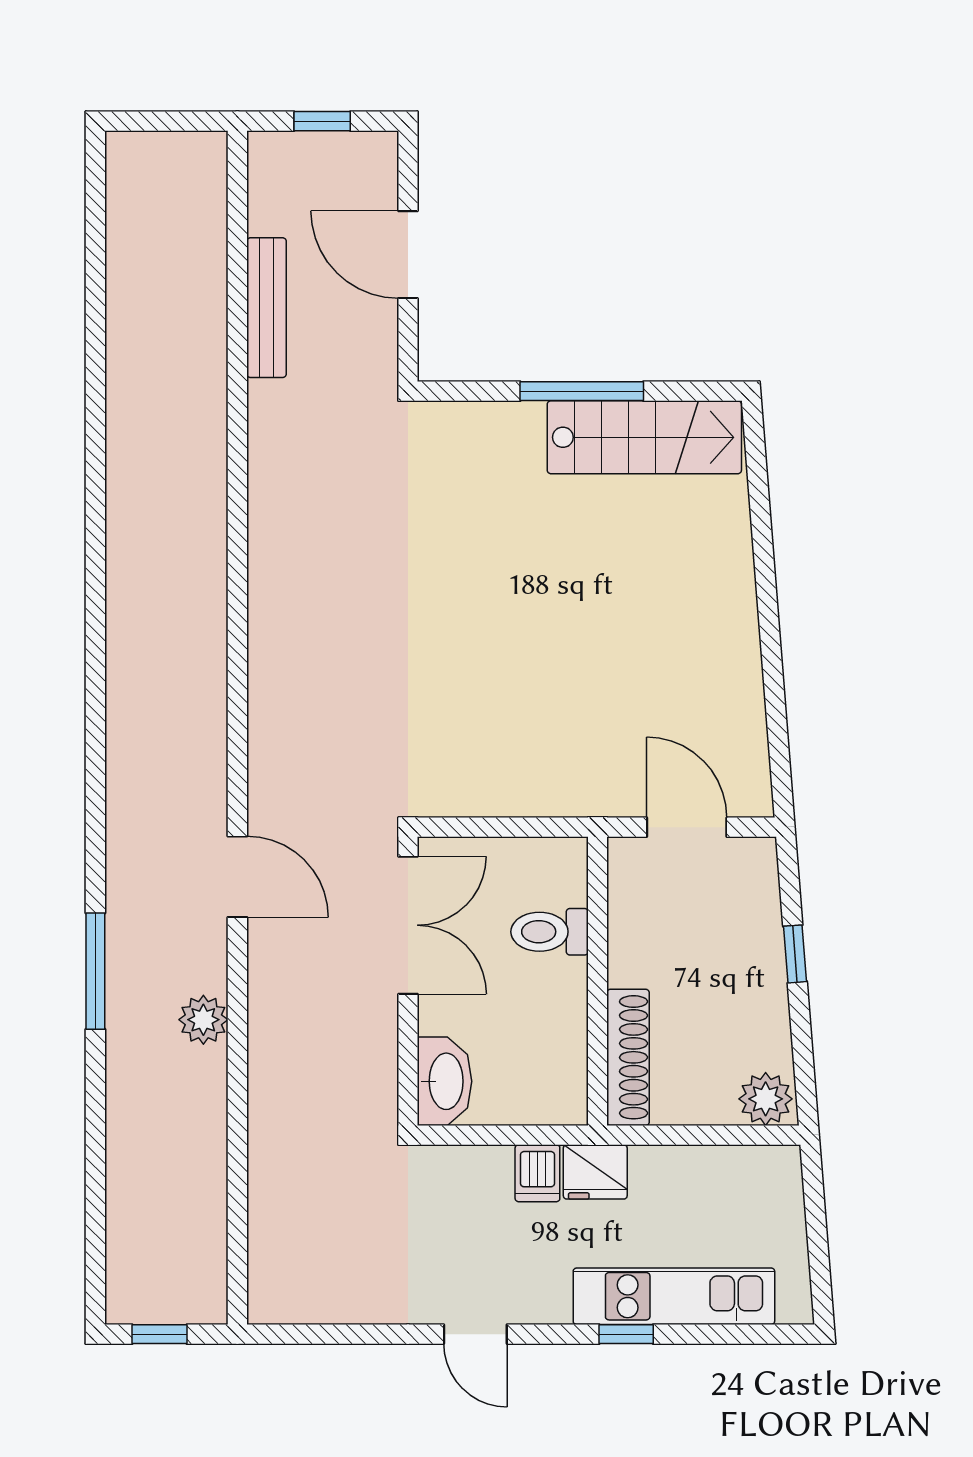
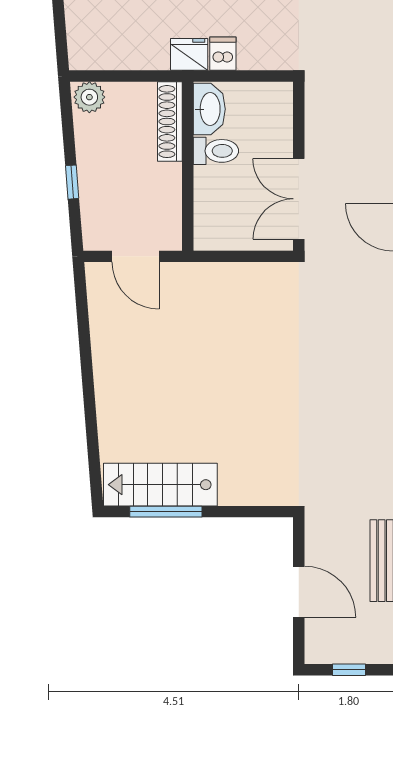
window: (582, 391) -> (166, 512), moved
toilet: (549, 932) -> (216, 151), moved
washbasin: (445, 1081) -> (209, 109), moved, turned 180

